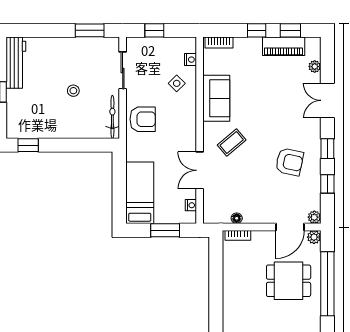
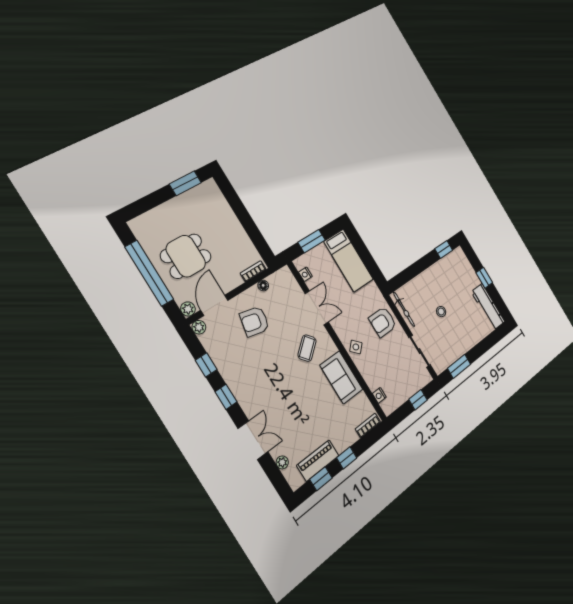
side table: (177, 83) -> (356, 347), moved
armchair: (289, 162) -> (255, 321), moved

